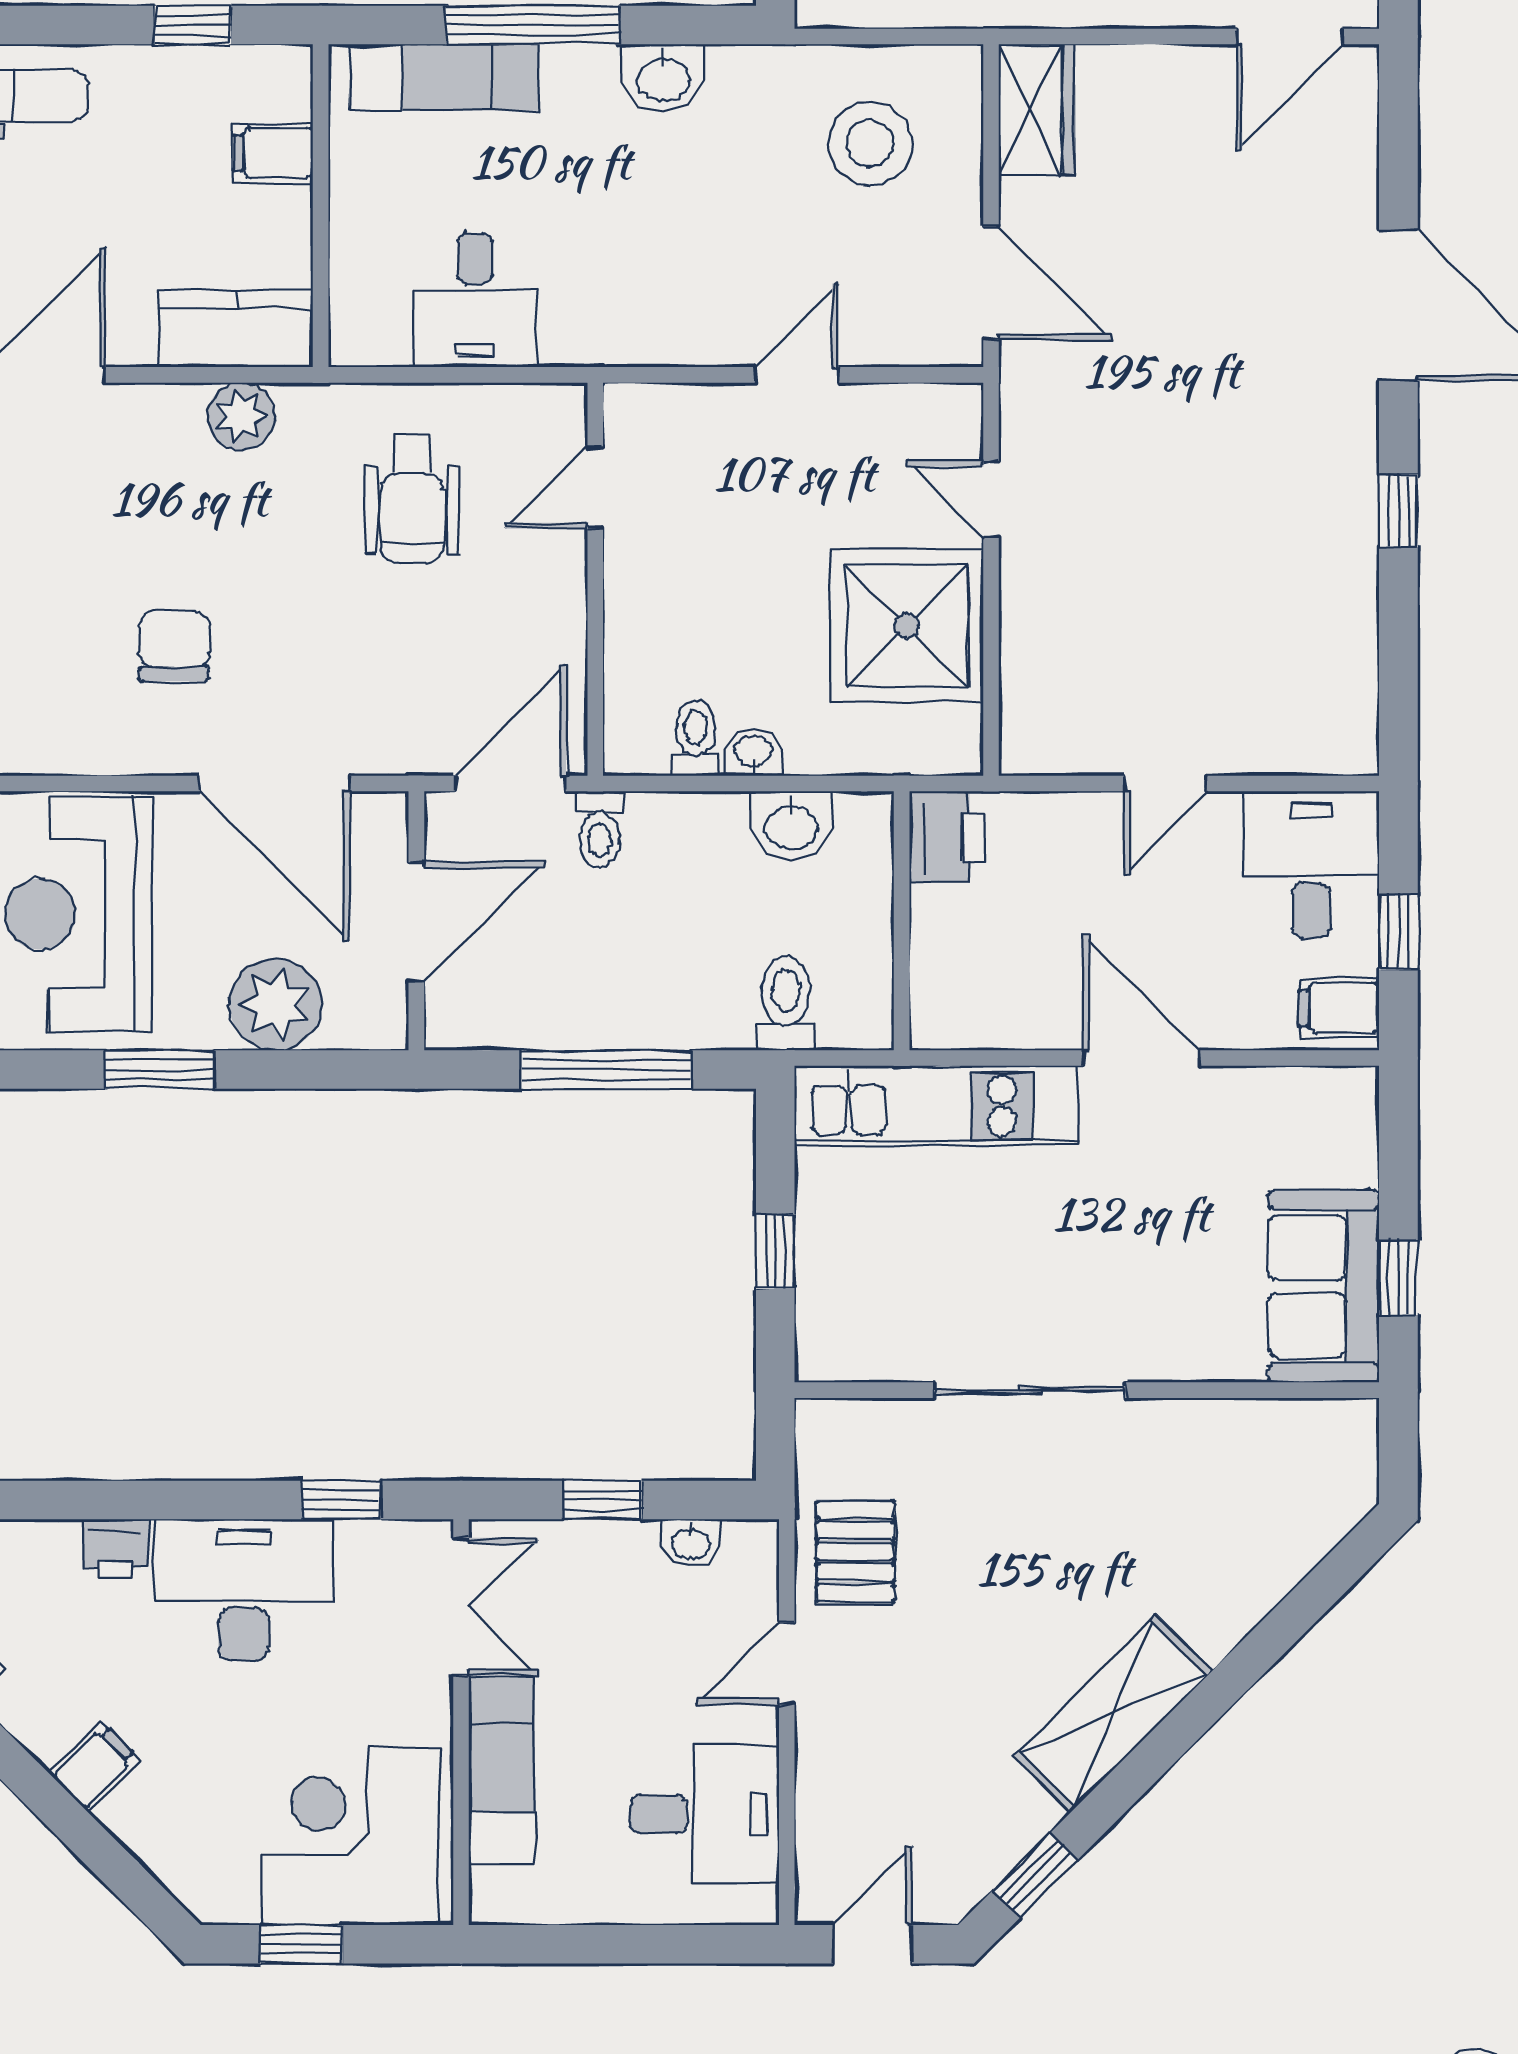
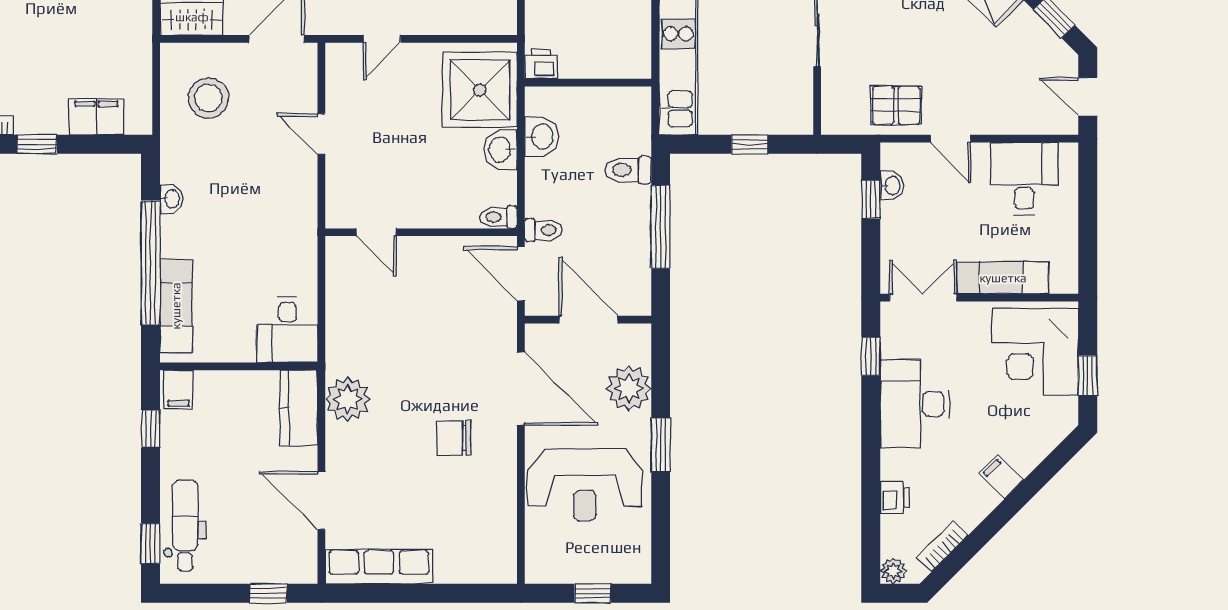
window: (533, 25) -> (151, 263), width x1.46
washbasin: (664, 78) -> (171, 199), width x0.72, depth x0.69
filing cabinet: (273, 153) -> (178, 390), moved
desk: (475, 300) -> (287, 330), moved, turned 90
plant: (241, 416) -> (348, 399), width x1.36, depth x1.36
wheelchair: (412, 499) -> (382, 322), removed
shower: (907, 626) -> (480, 90), moved
toilet: (696, 738) -> (499, 217), moved
washbasin: (753, 752) -> (501, 150), width x1.38, depth x1.45
door: (275, 784) -> (521, 389), hinge flipped
printer: (947, 837) -> (541, 64), width x0.73, depth x0.81
toilet: (786, 1003) -> (628, 170), moved
window: (602, 1500) -> (871, 199), moved
printer: (115, 1549) -> (895, 497), moved

